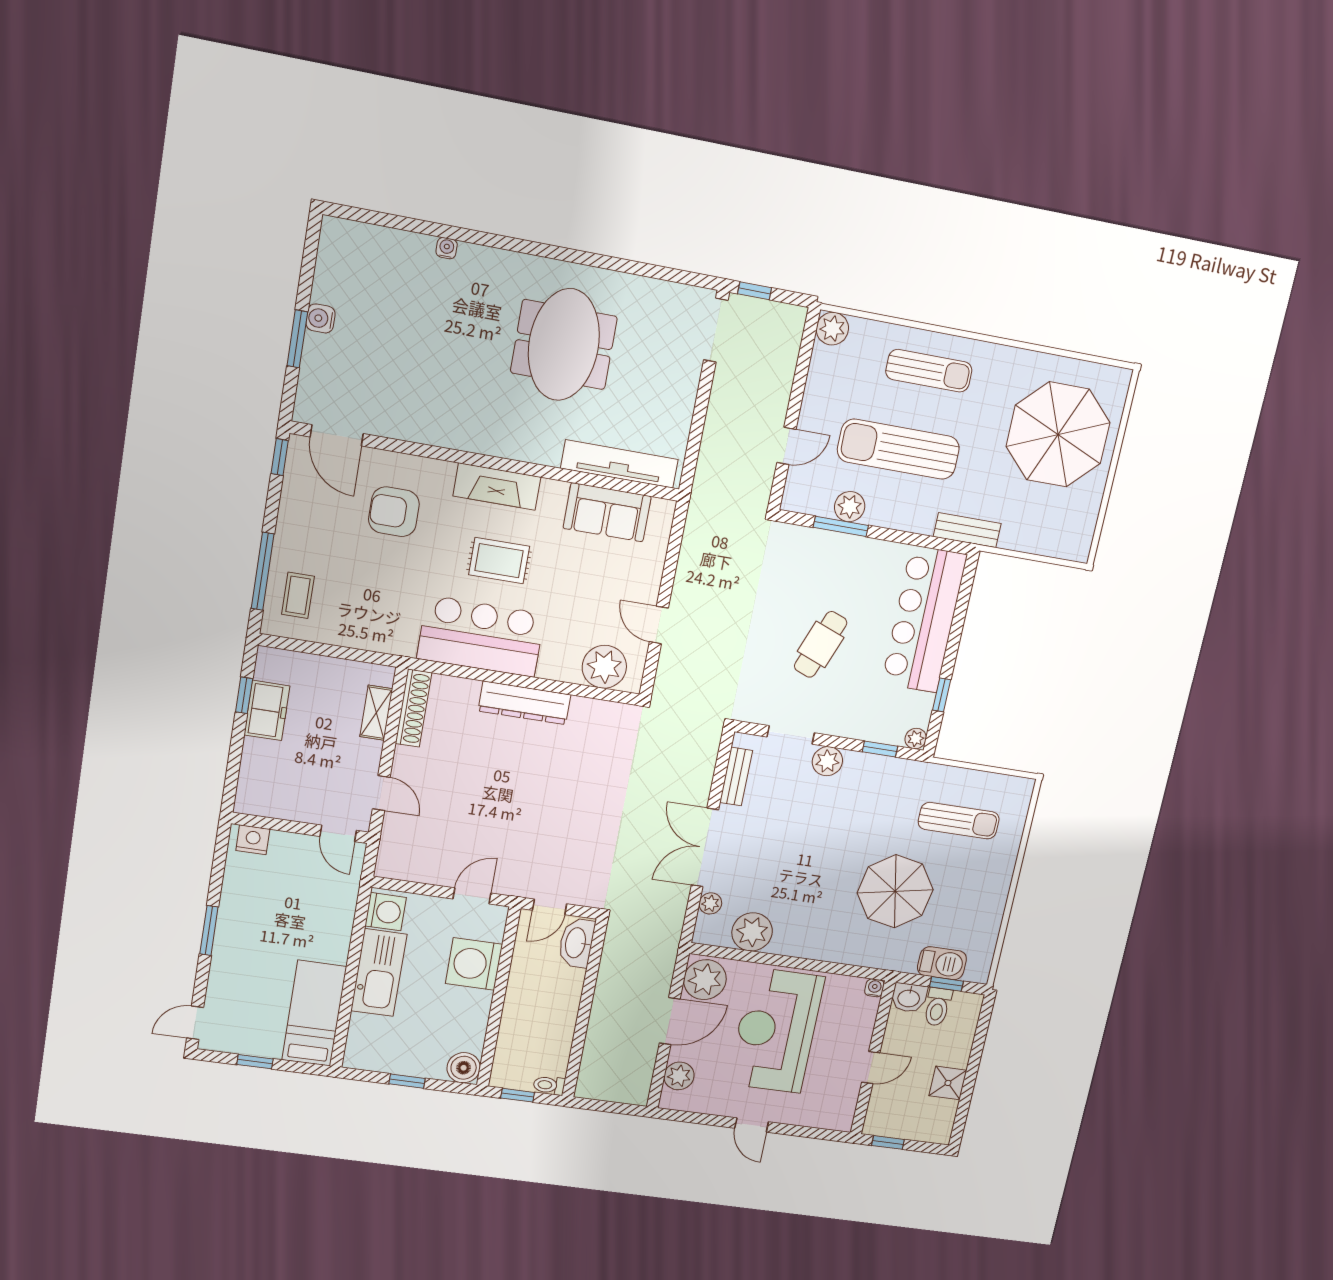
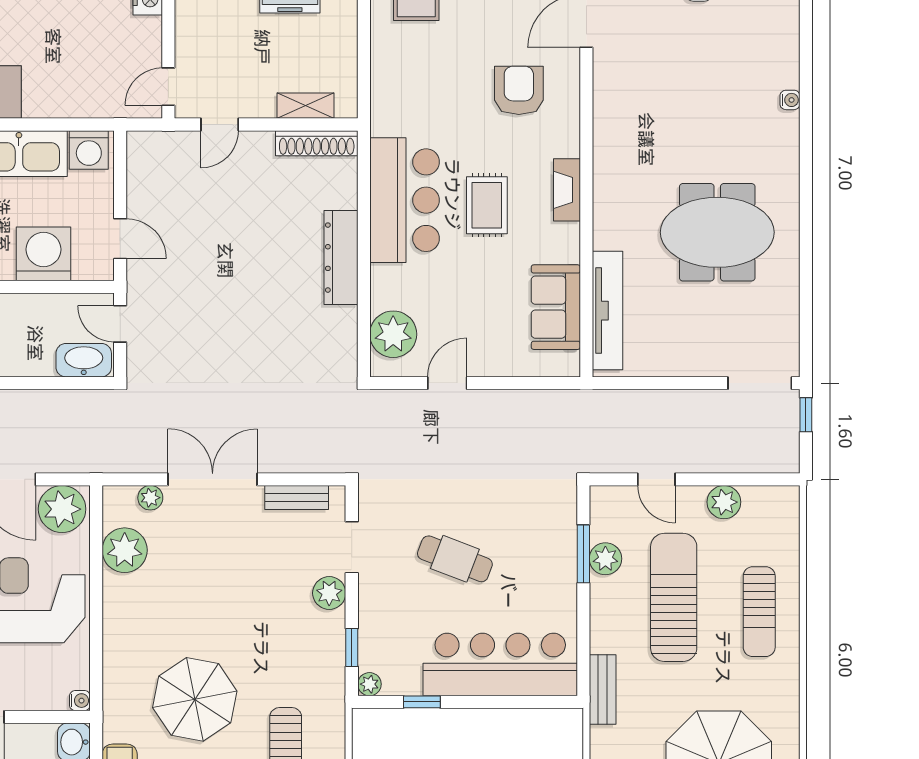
plant: (832, 329) -> (724, 502), moved
fireplace: (497, 486) -> (567, 190), width x0.73, depth x0.76

